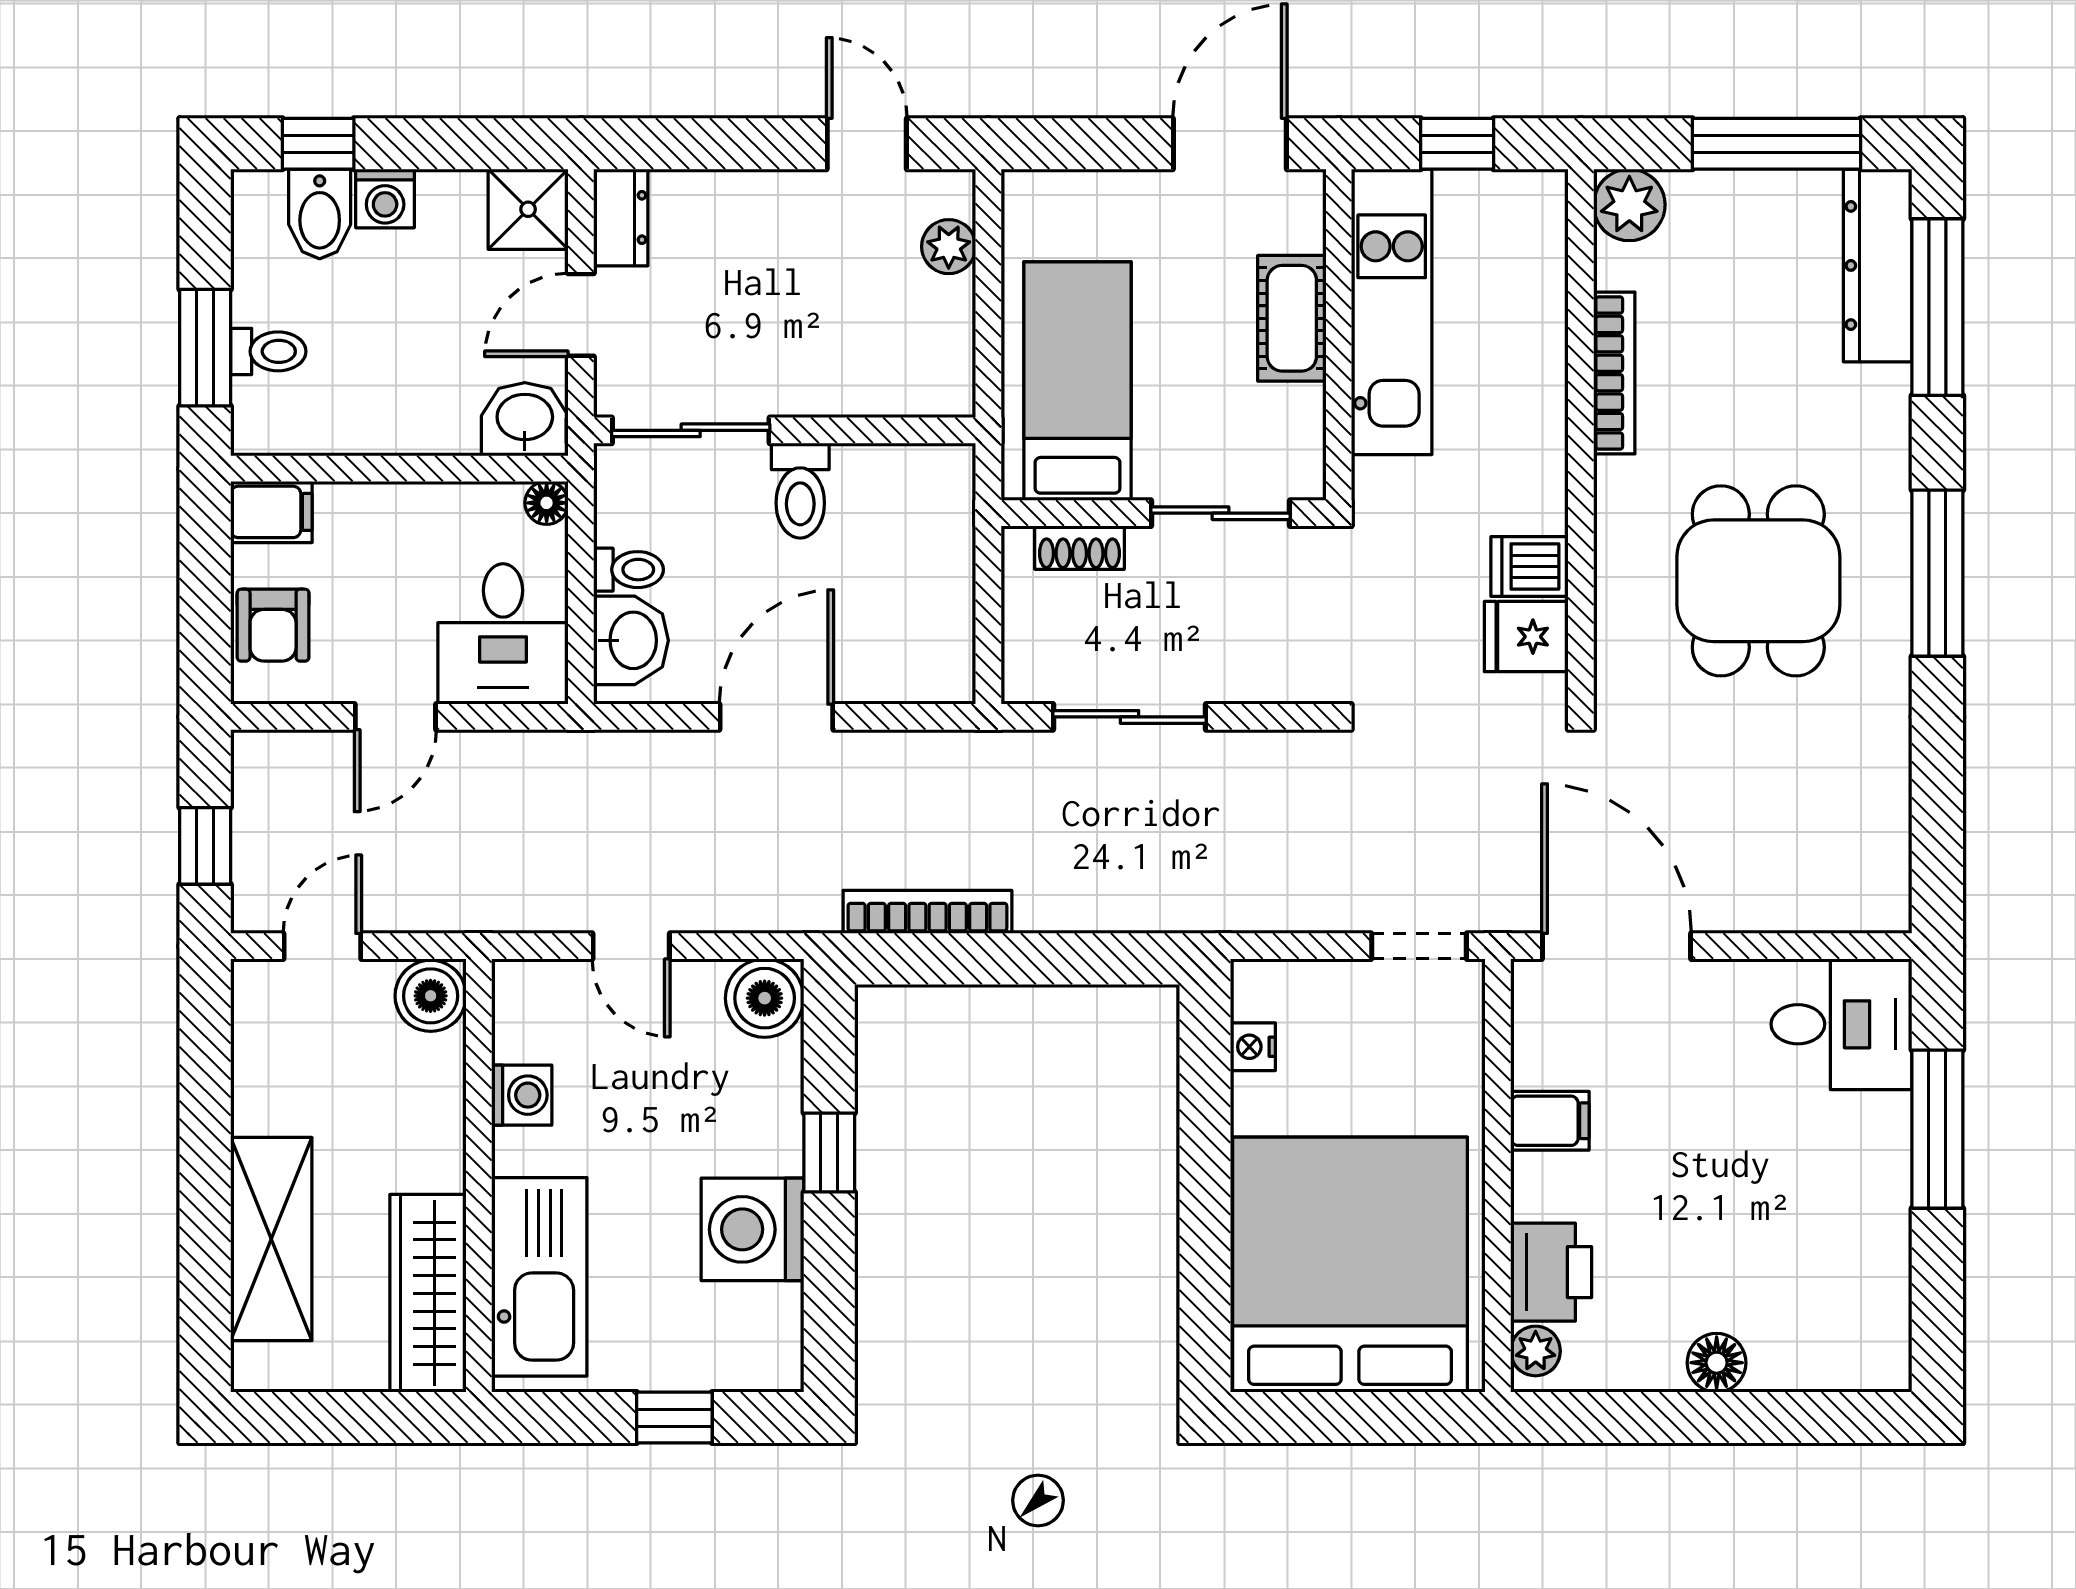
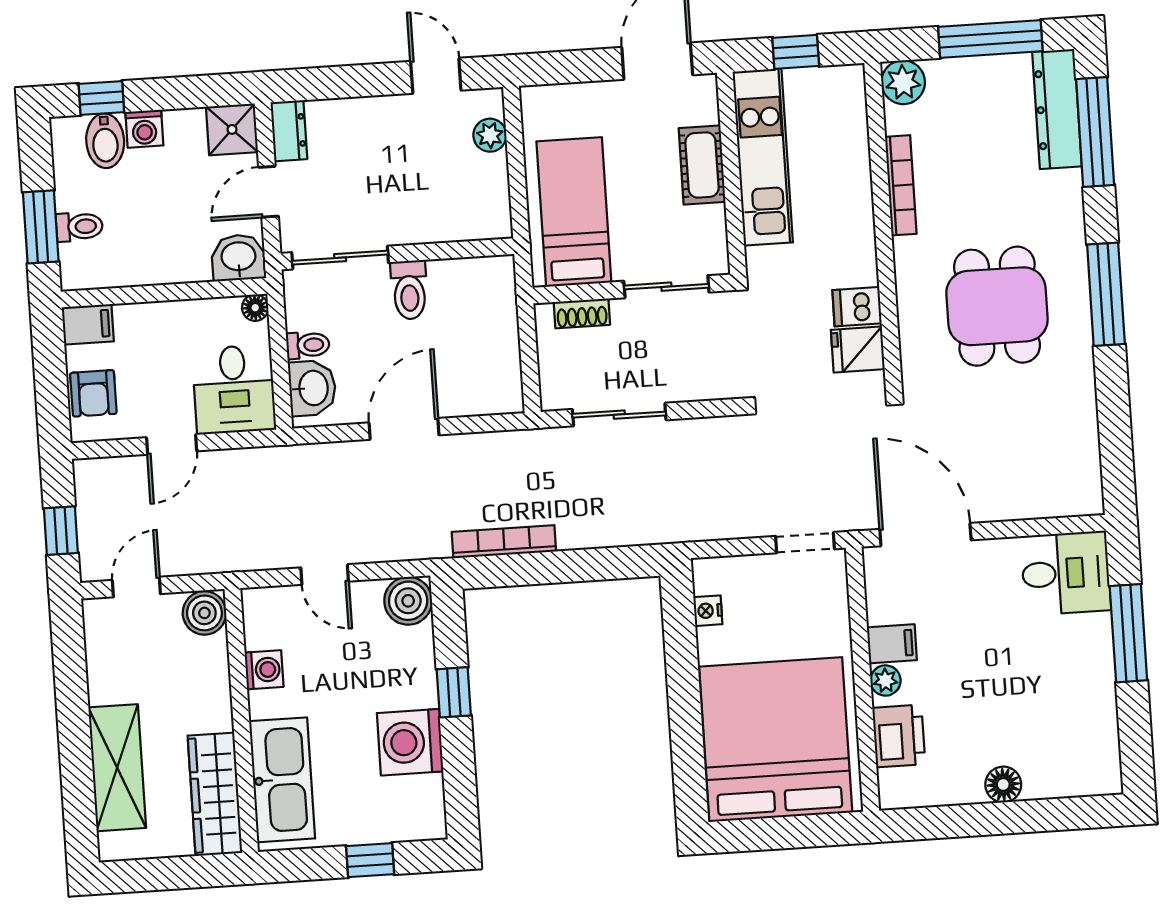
plant: (1536, 1351) -> (885, 680), moved

